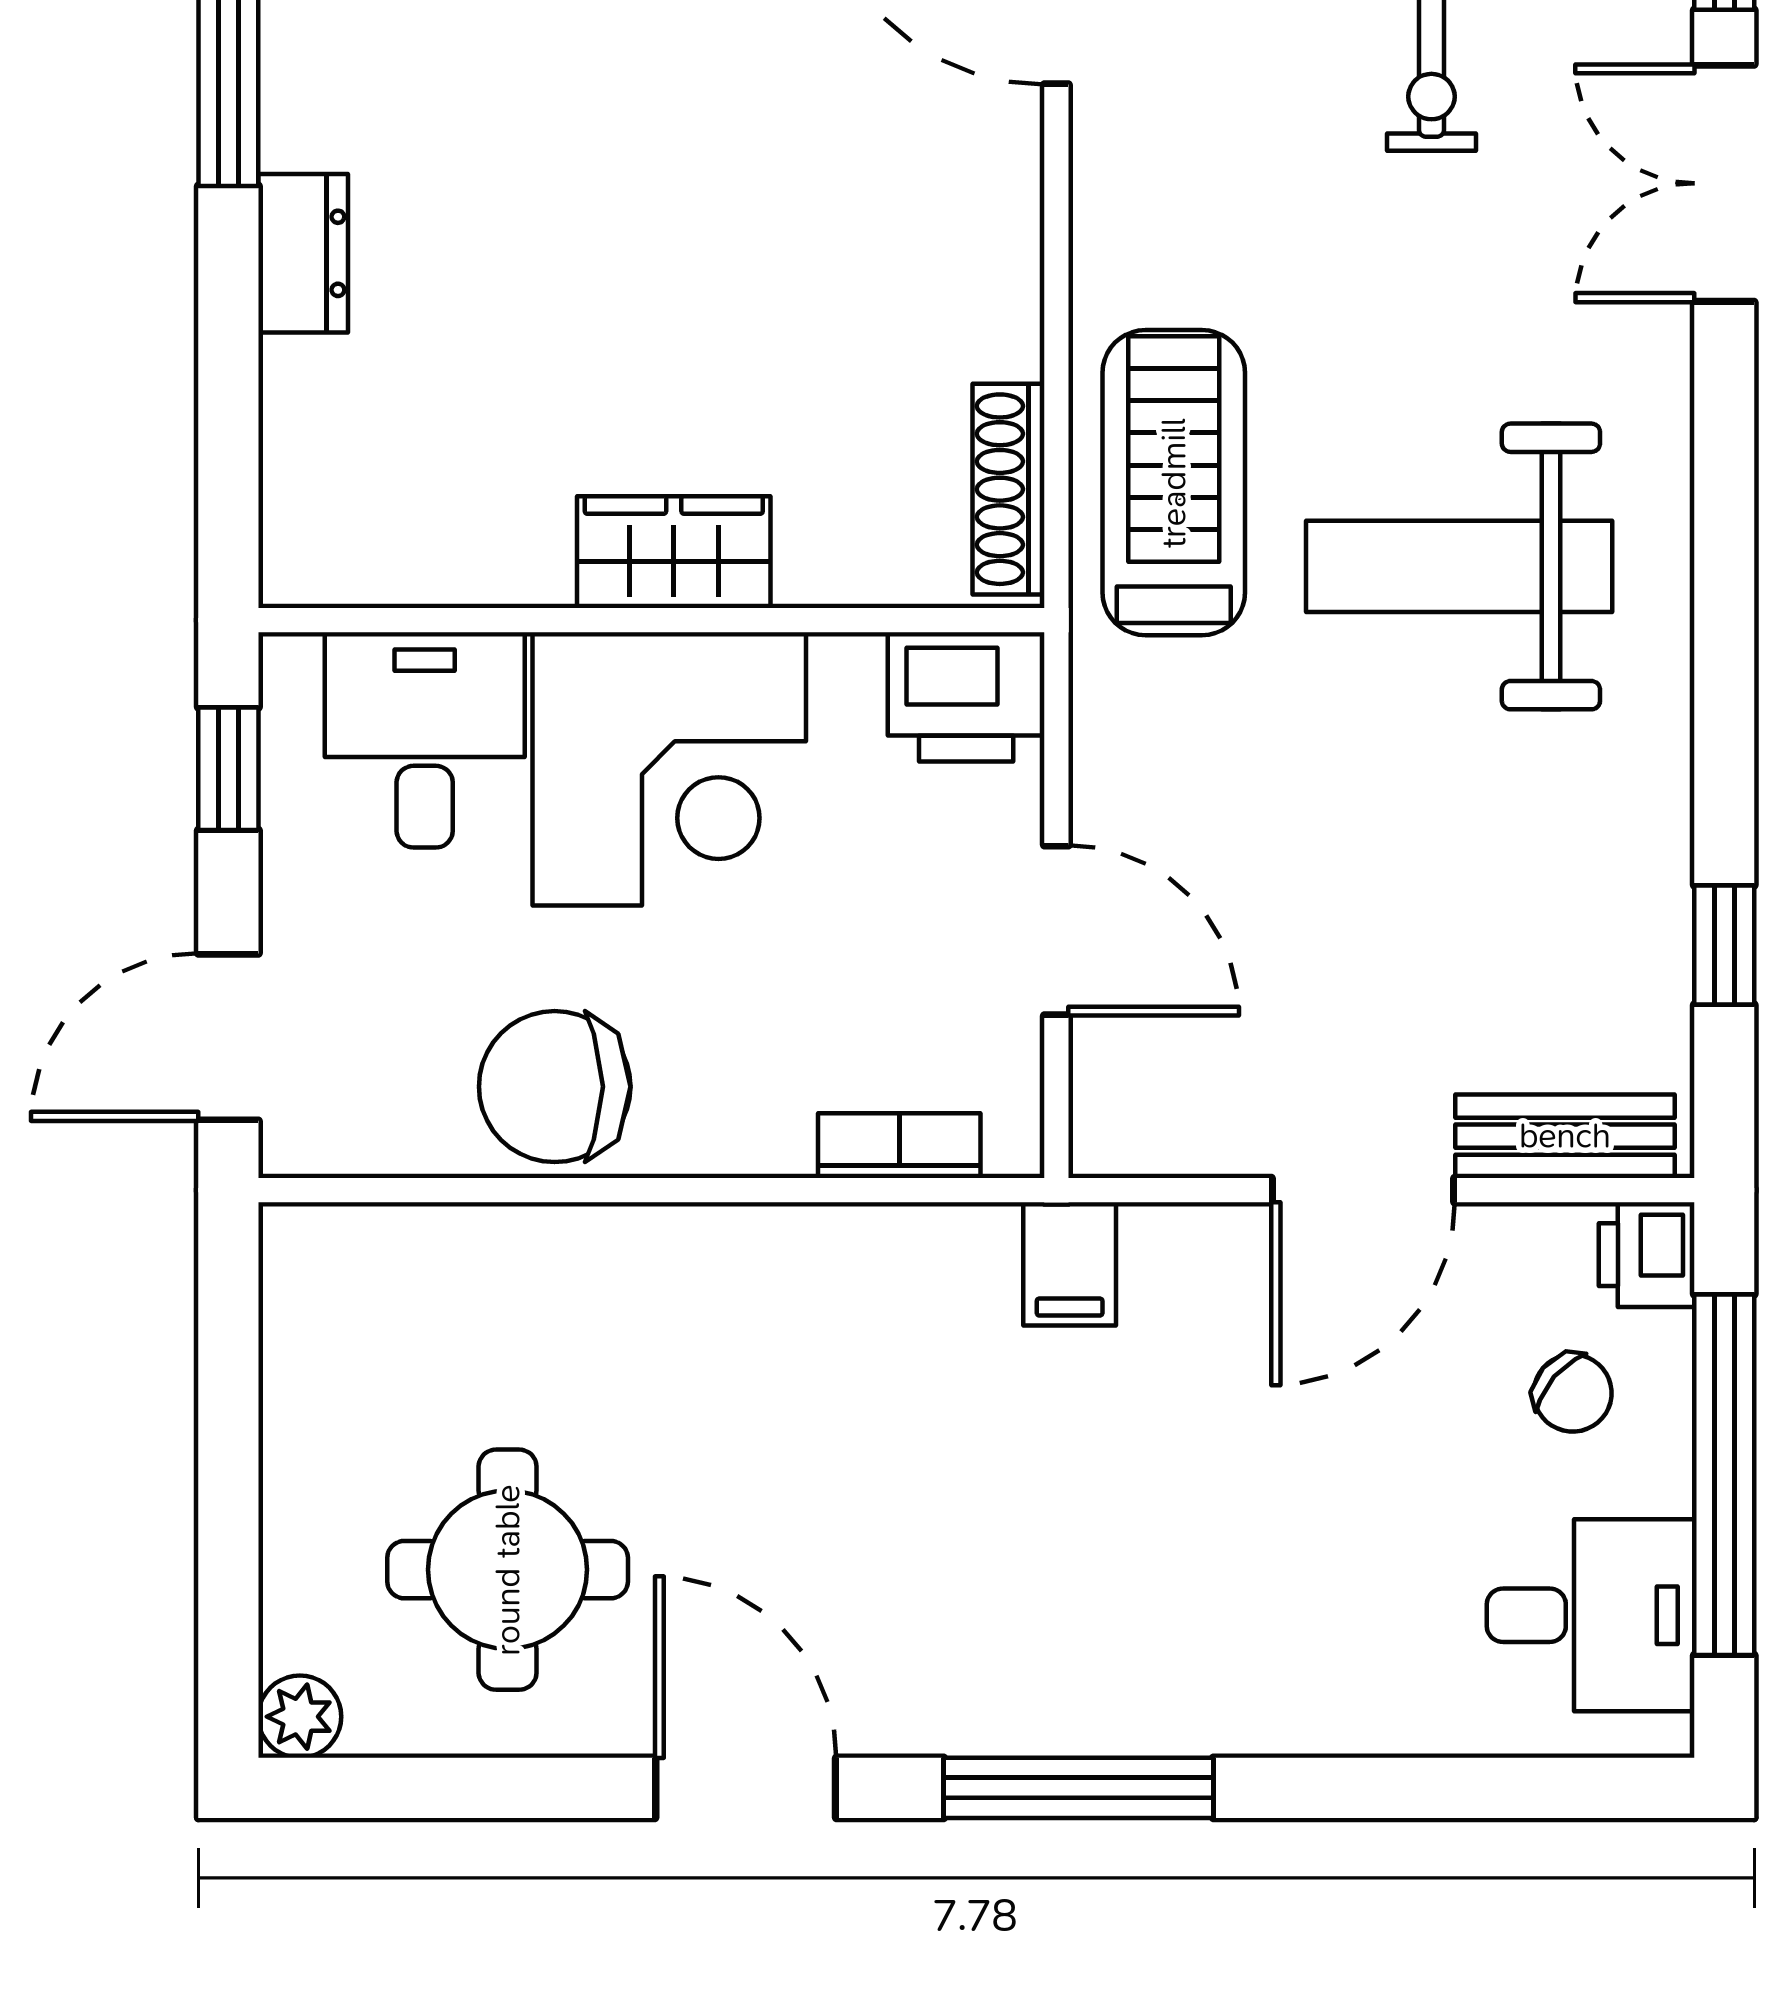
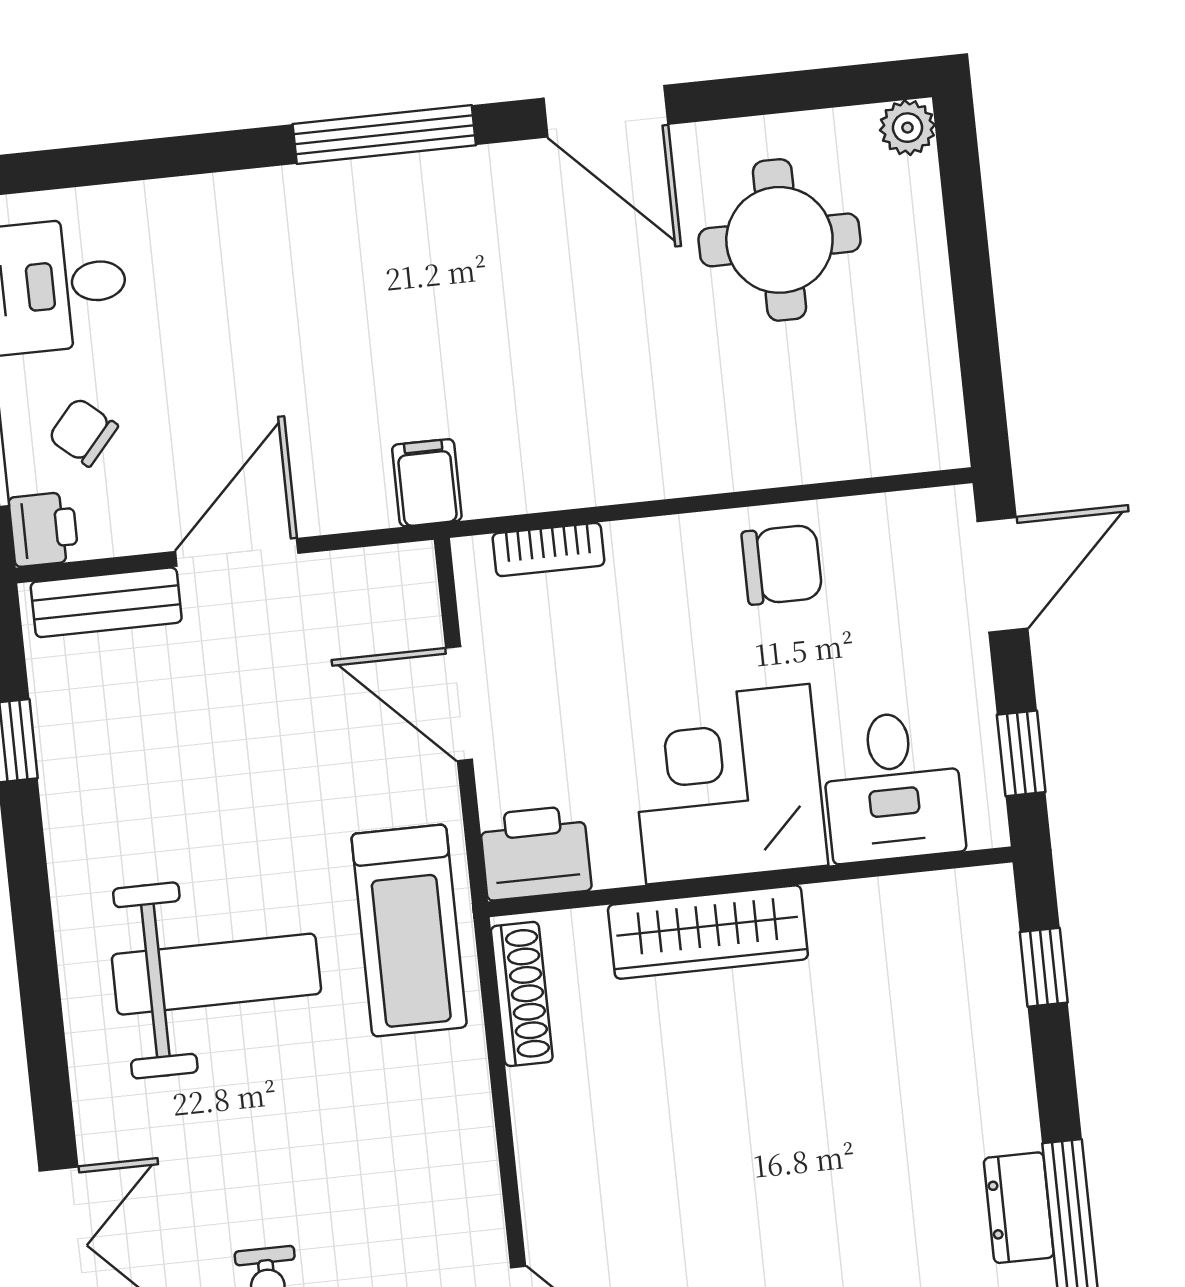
dresser: (303, 253) -> (1019, 1208), moved
window: (228, 447) -> (1044, 967), added
treadmill: (1174, 483) -> (409, 931), moved
wardrobe: (674, 552) -> (708, 932), width x1.50
chair: (555, 1087) -> (782, 565), width x0.73, depth x0.73

